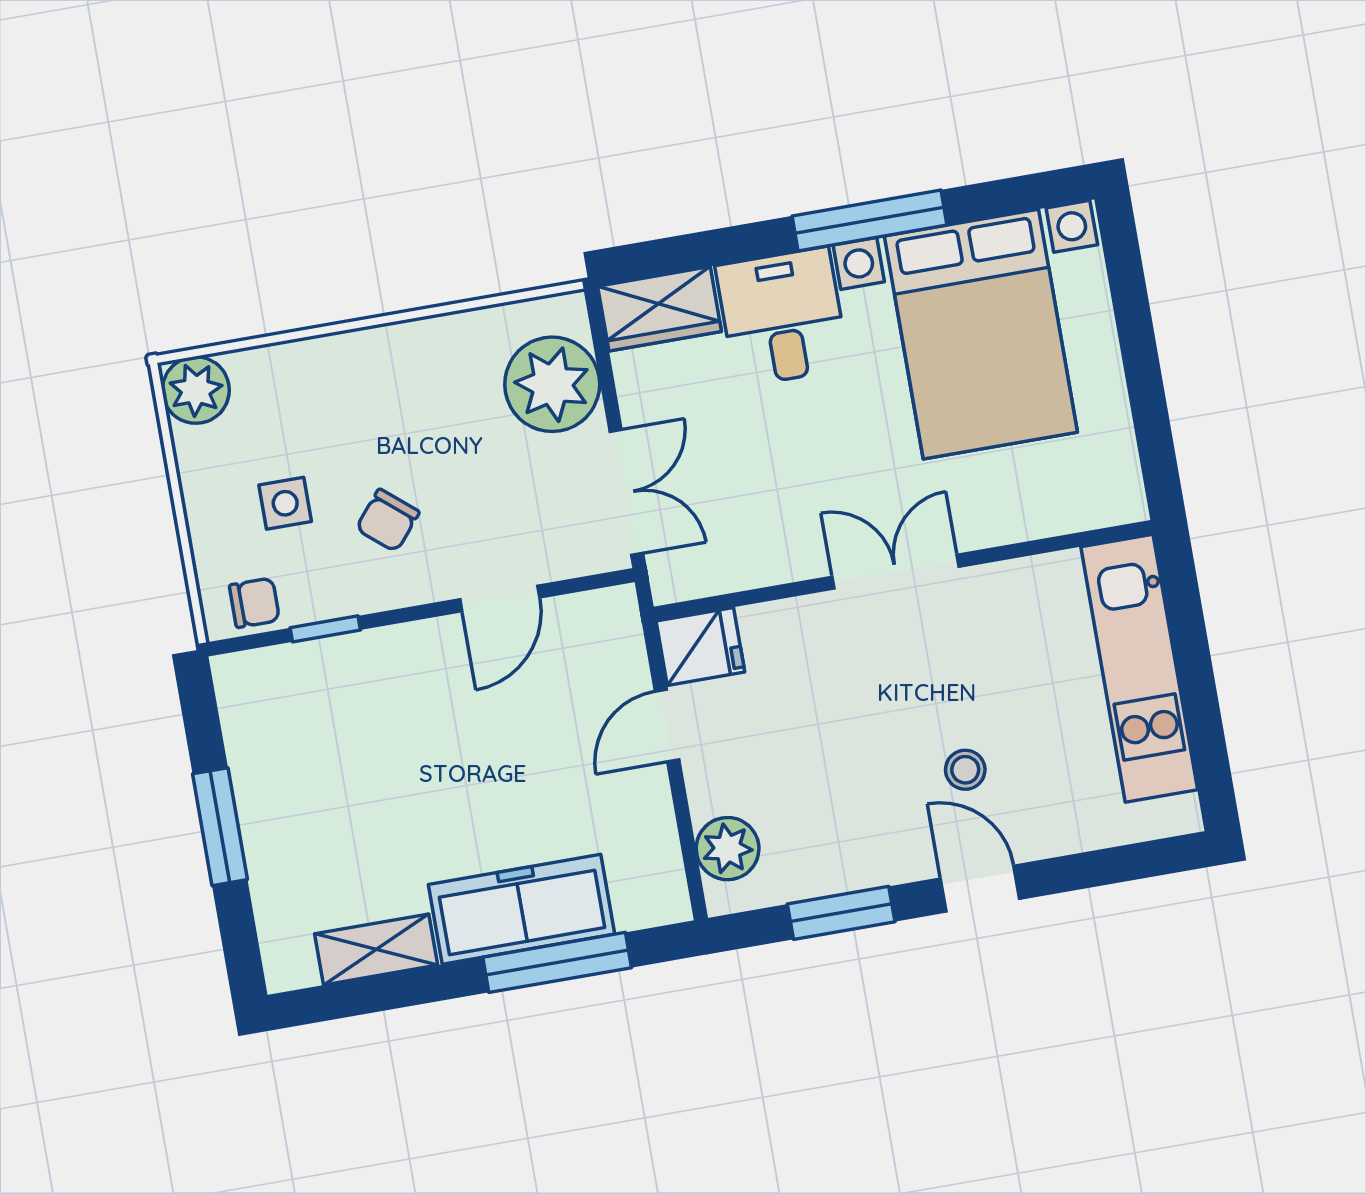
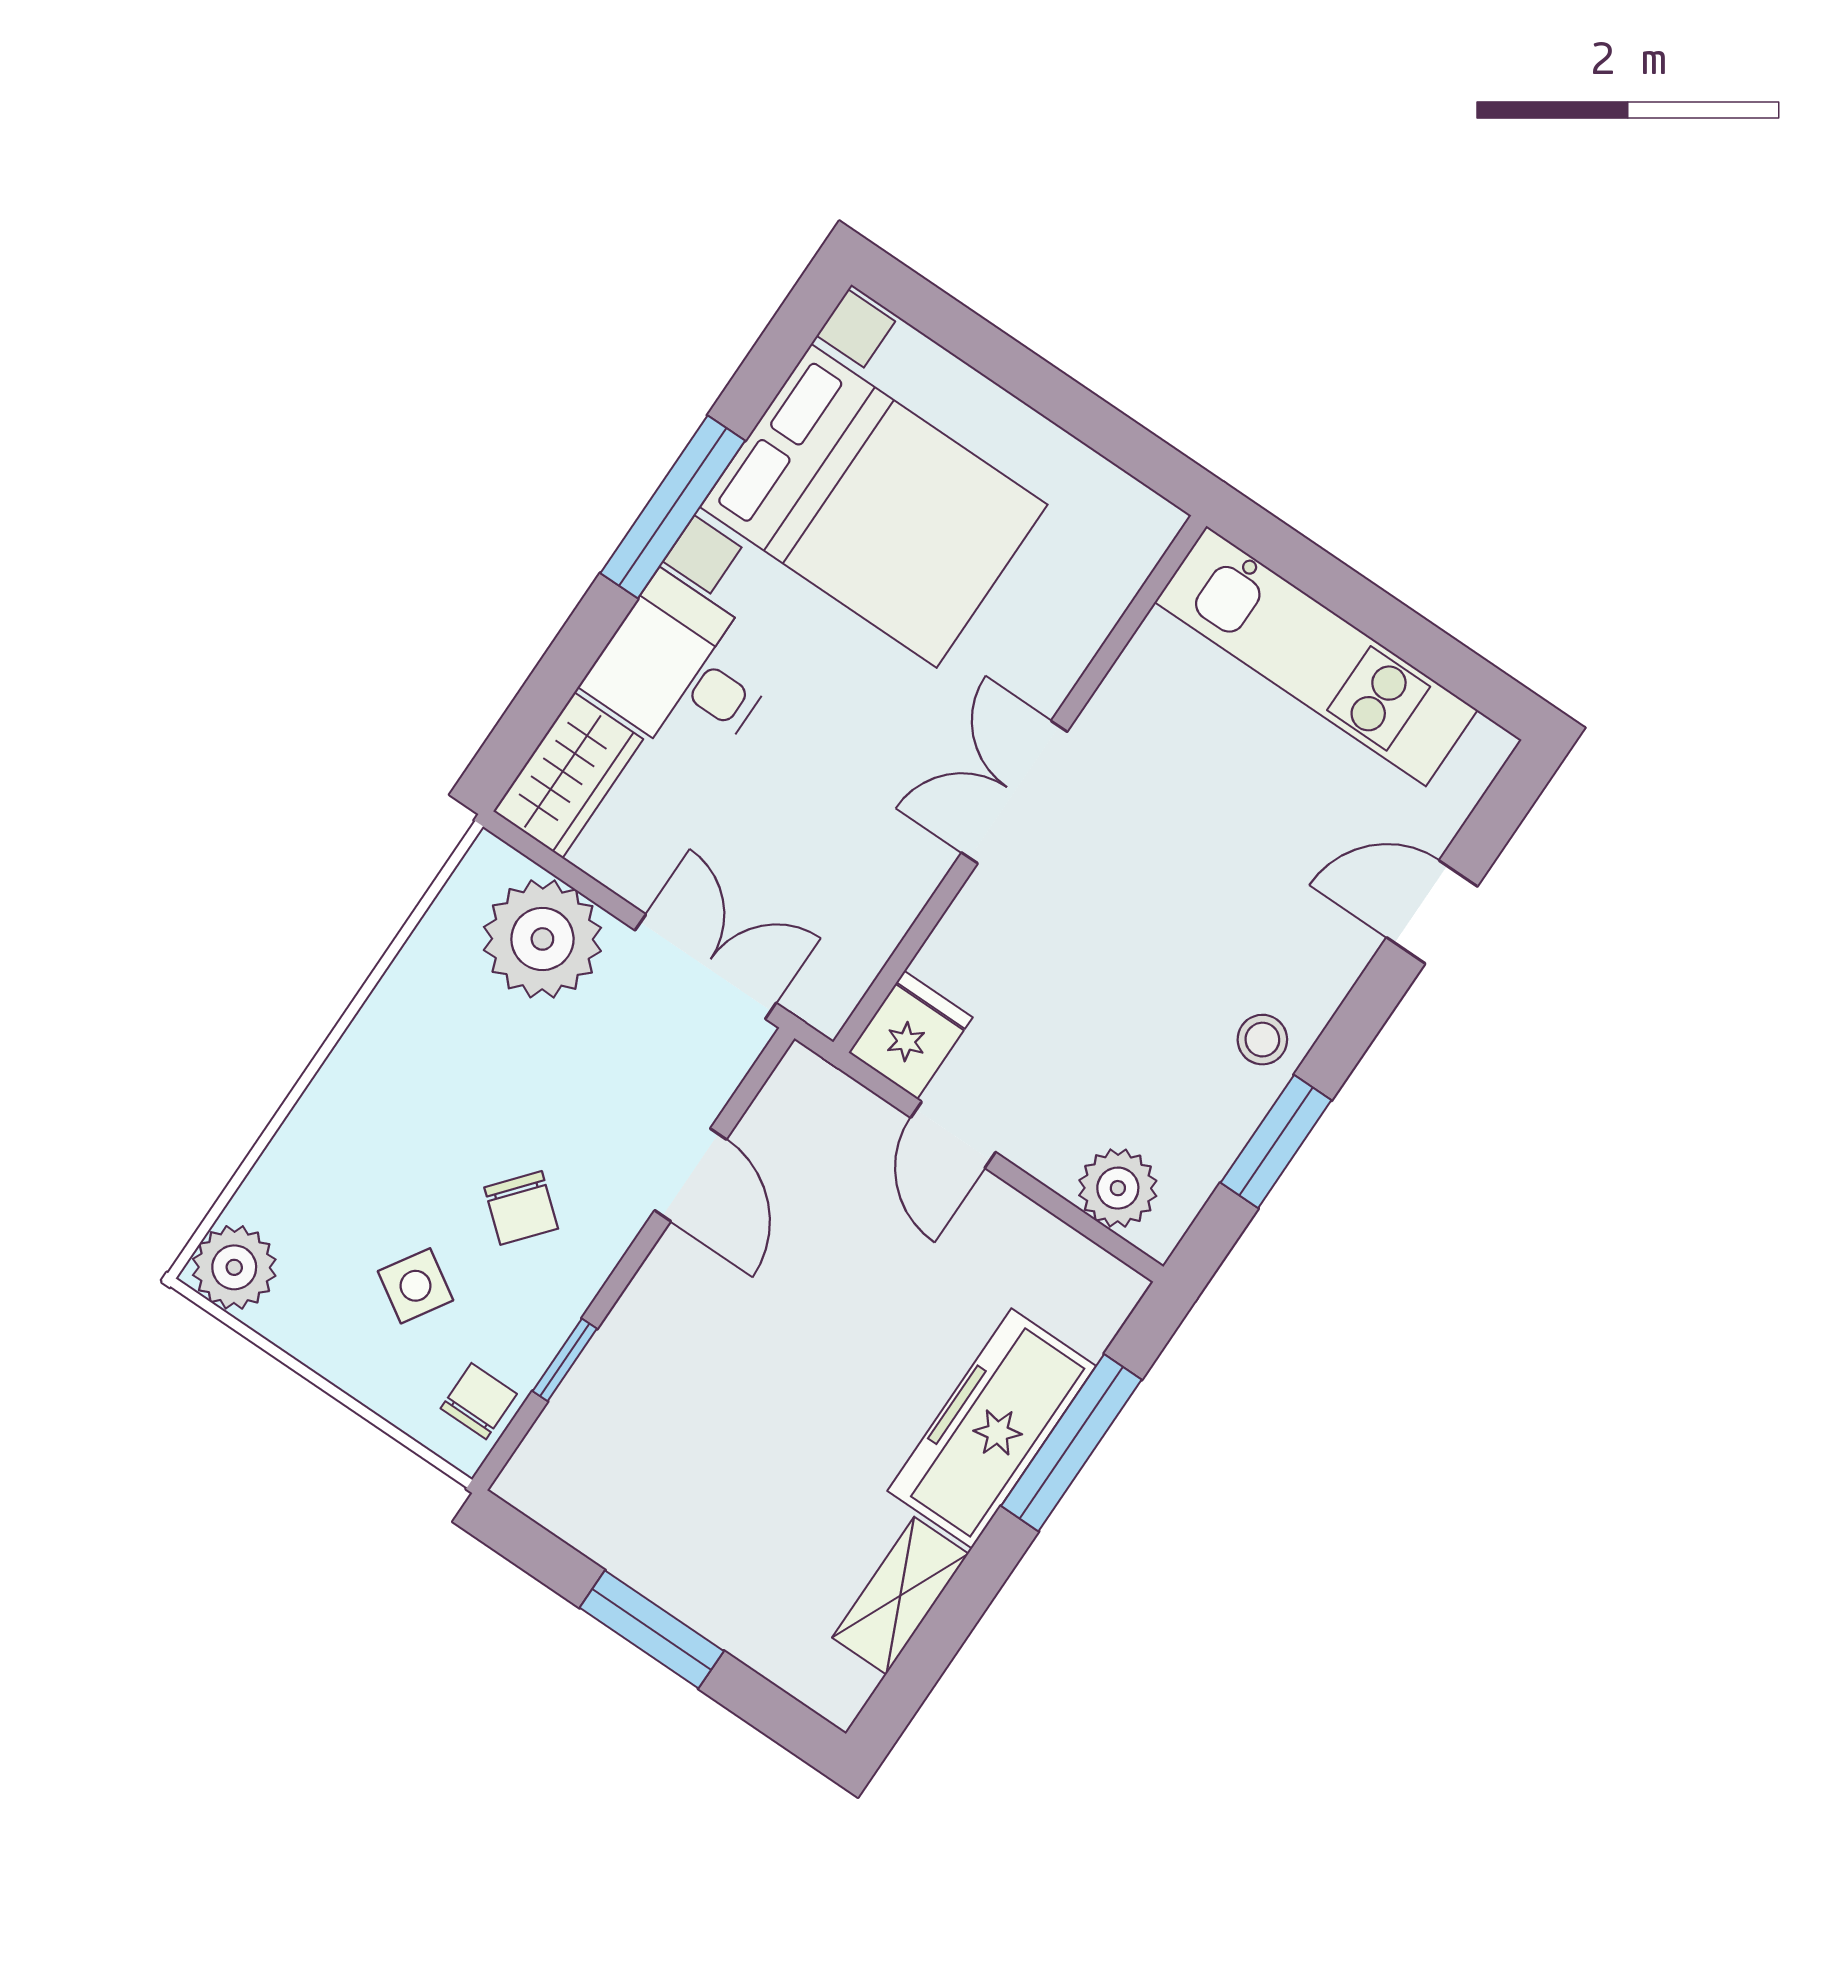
side table: (285, 503) -> (416, 1286), turned 32
stool: (965, 770) -> (1262, 1040), moved
door: (980, 889) -> (1432, 912), moved

